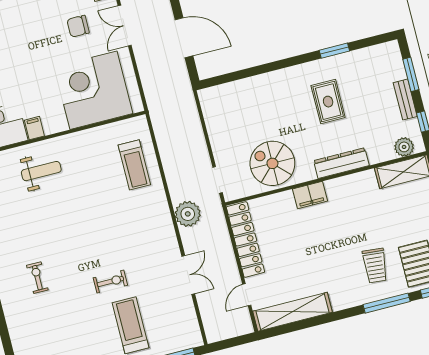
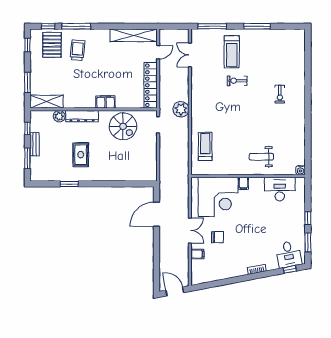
door: (184, 38) -> (157, 214), hinge flipped
filing cabinet: (34, 128) -> (244, 183), moved
plant: (404, 147) -> (59, 116), moved
double door: (188, 275) -> (190, 55), moved

